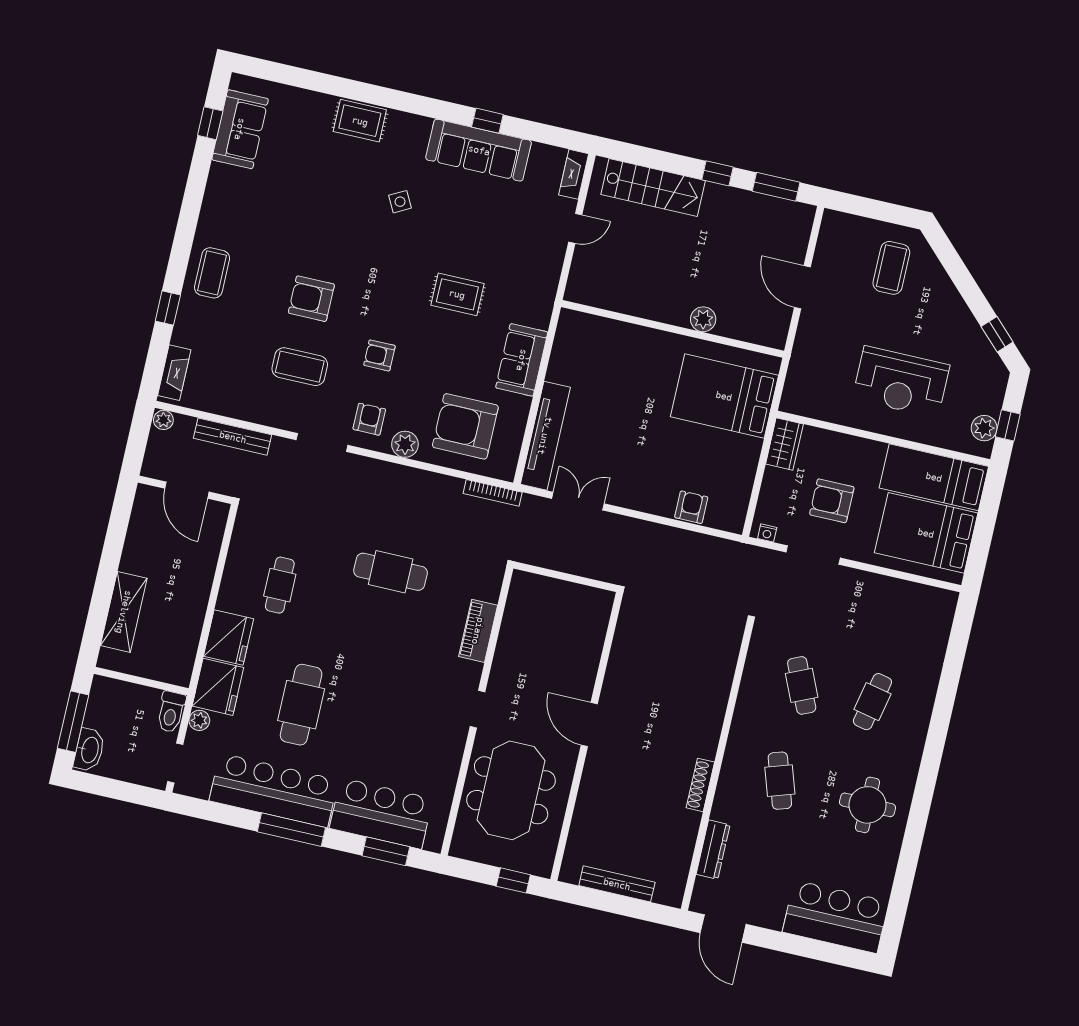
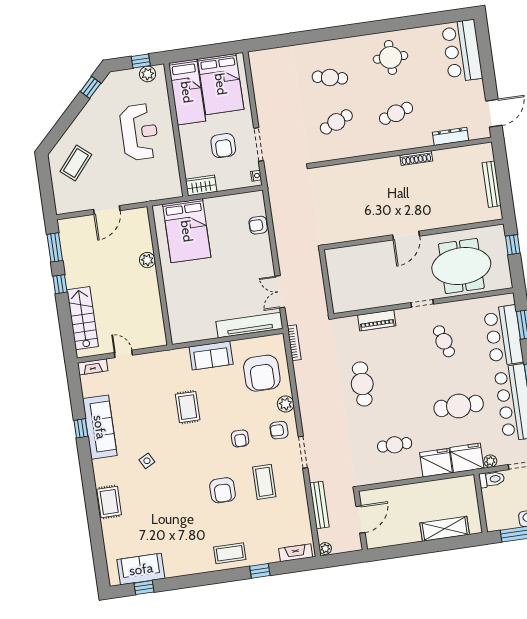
coffee table: (891, 268) -> (76, 163), turned -50
cafe table: (407, 720) -> (444, 341), added

